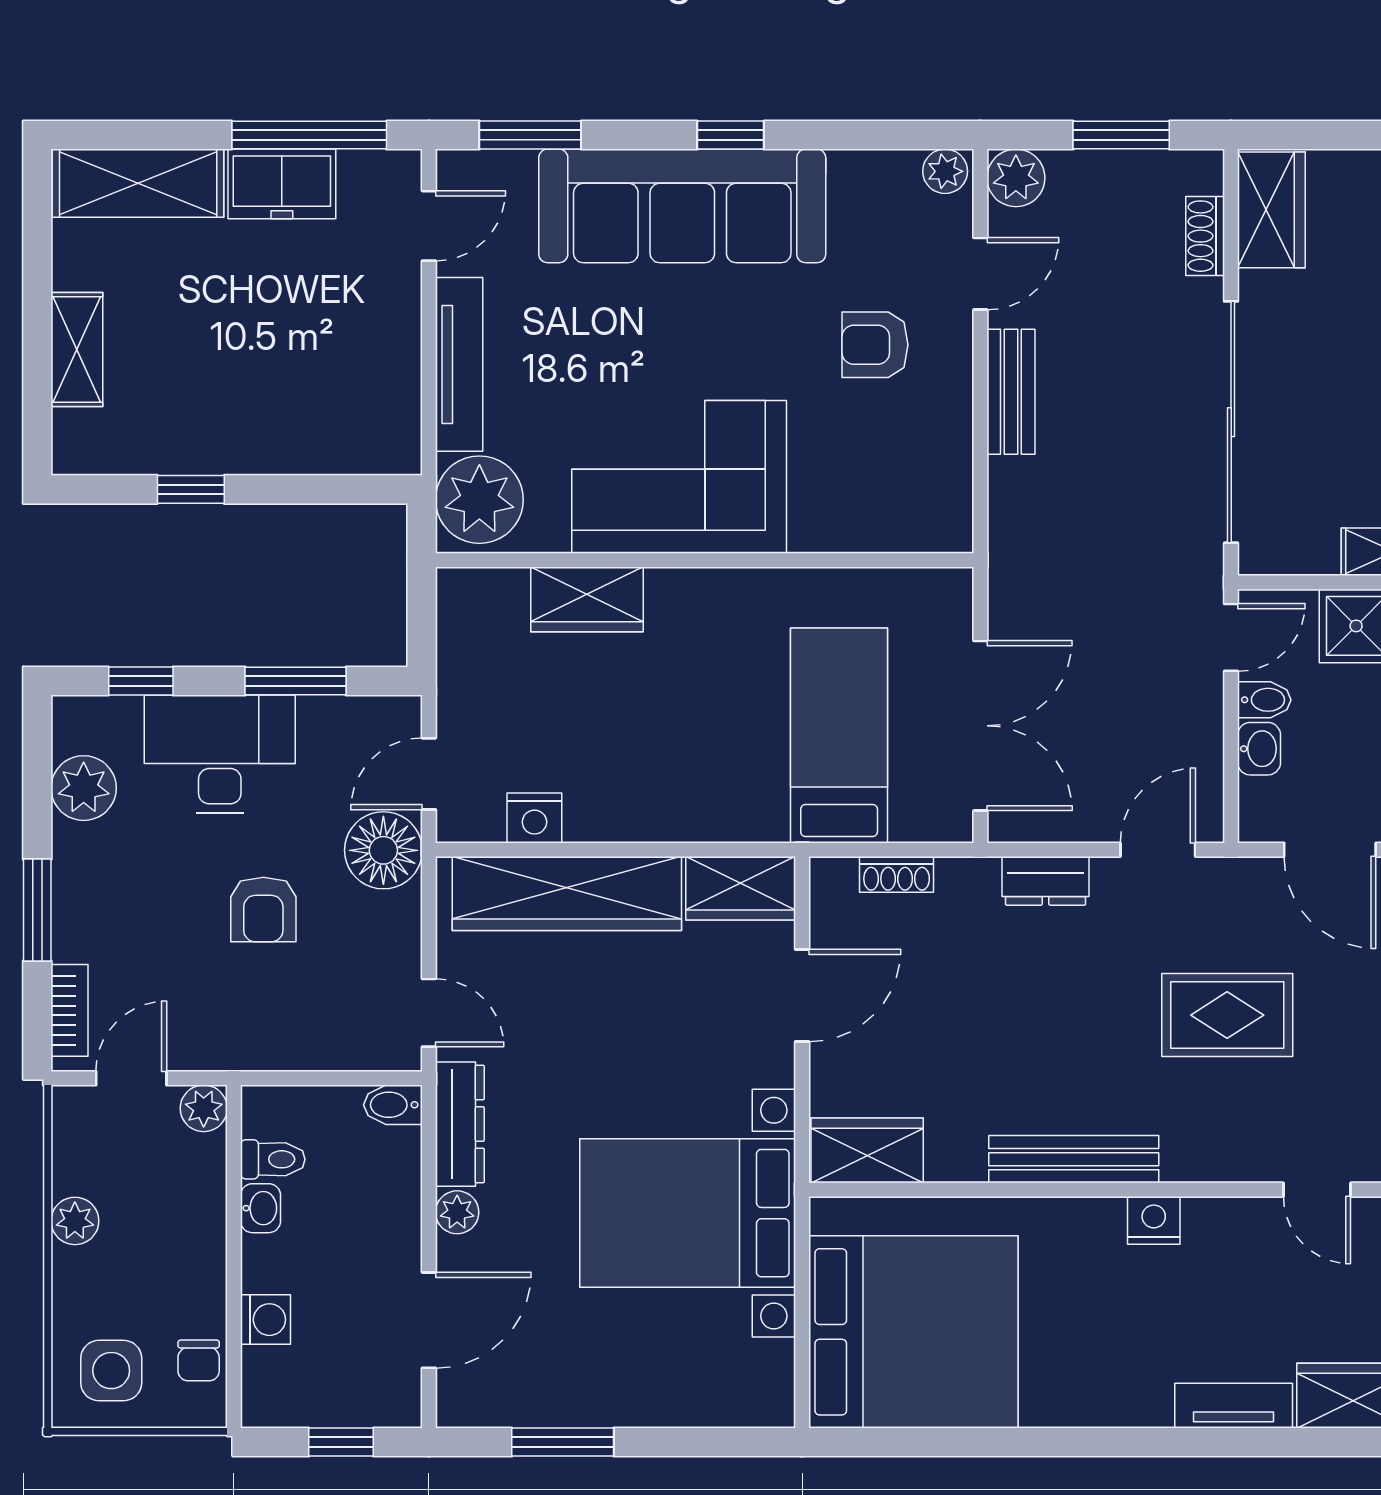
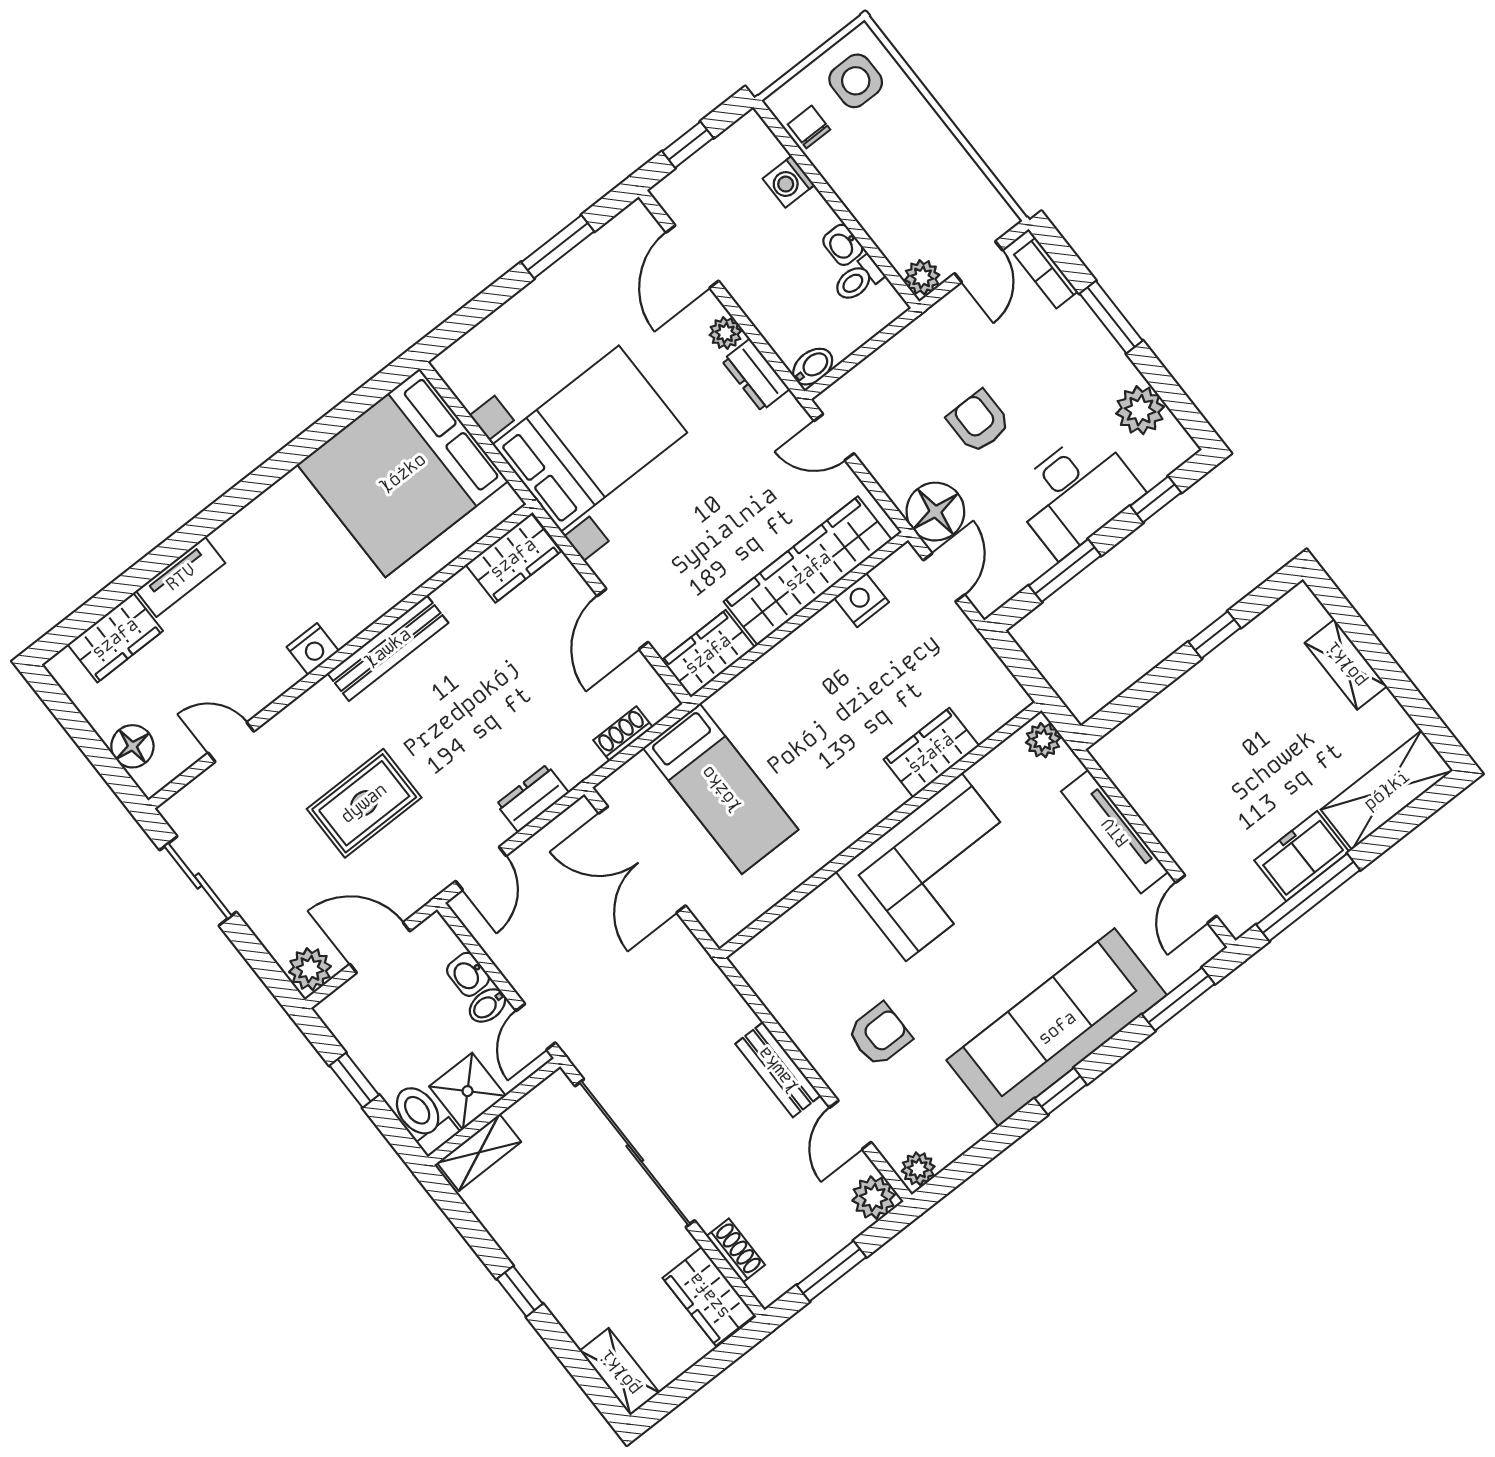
plant: (479, 500) -> (1043, 740), width x0.53, depth x0.53
dresser: (460, 1124) -> (756, 375), width x0.70
plant: (75, 1221) -> (946, 152), removed

